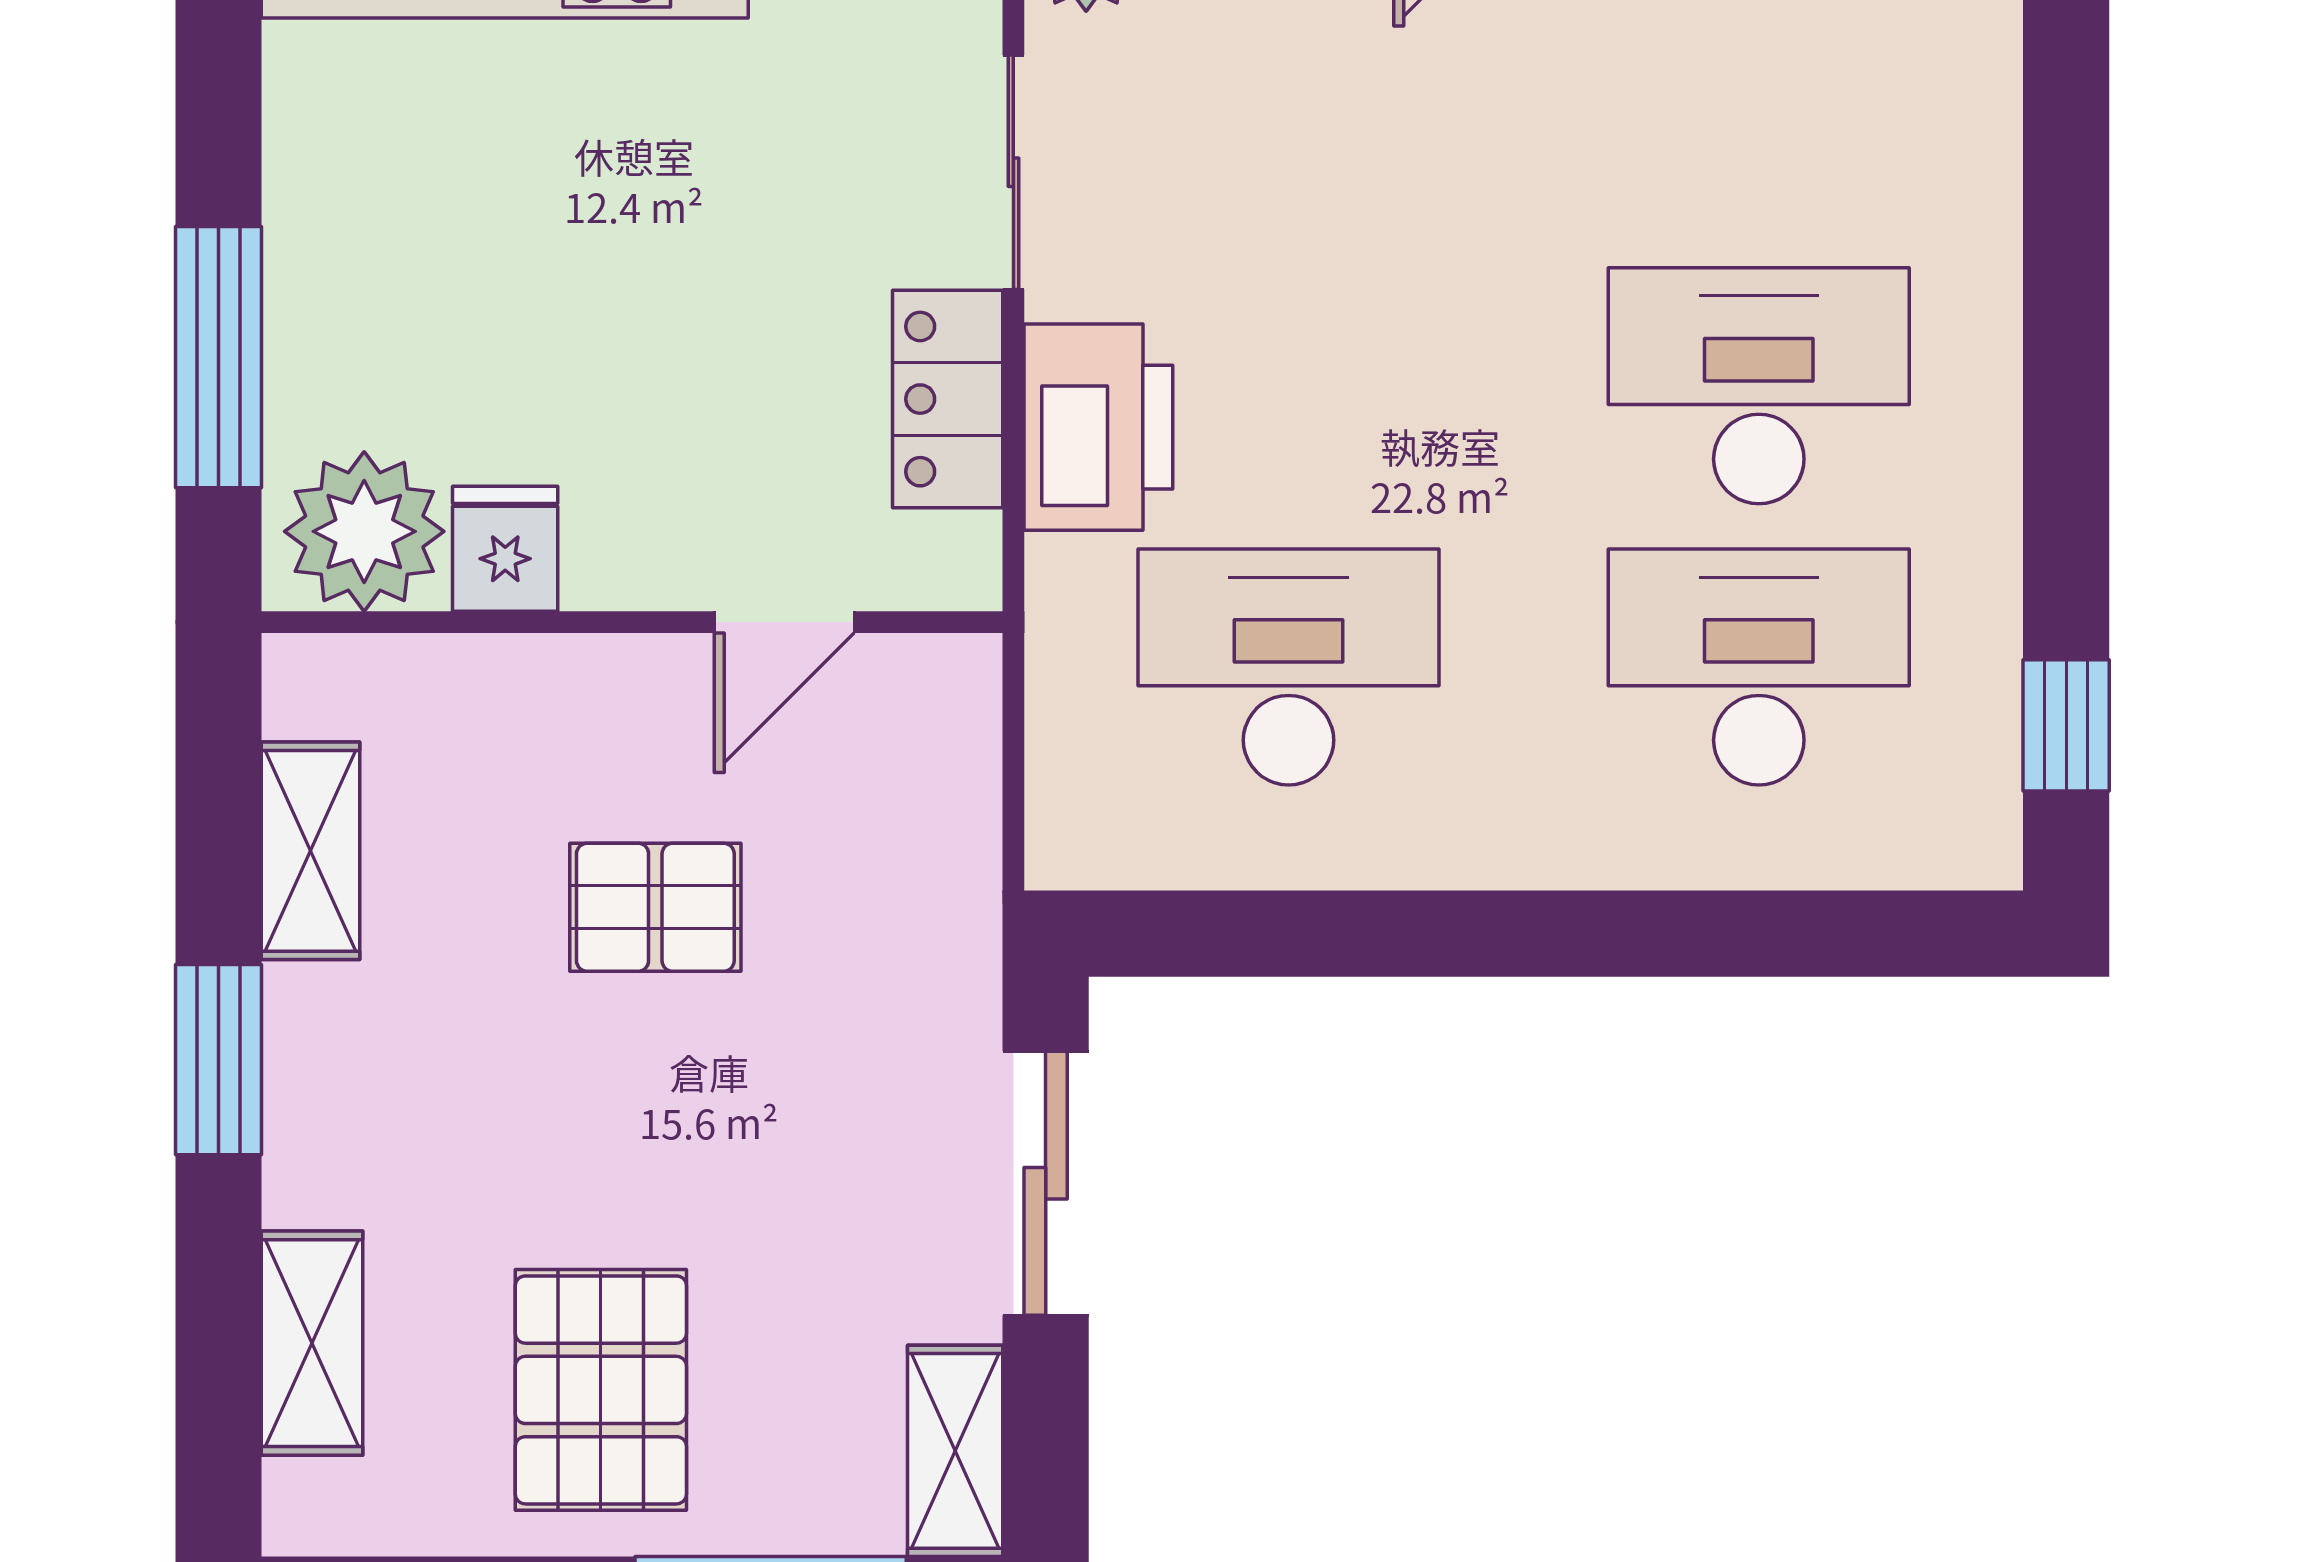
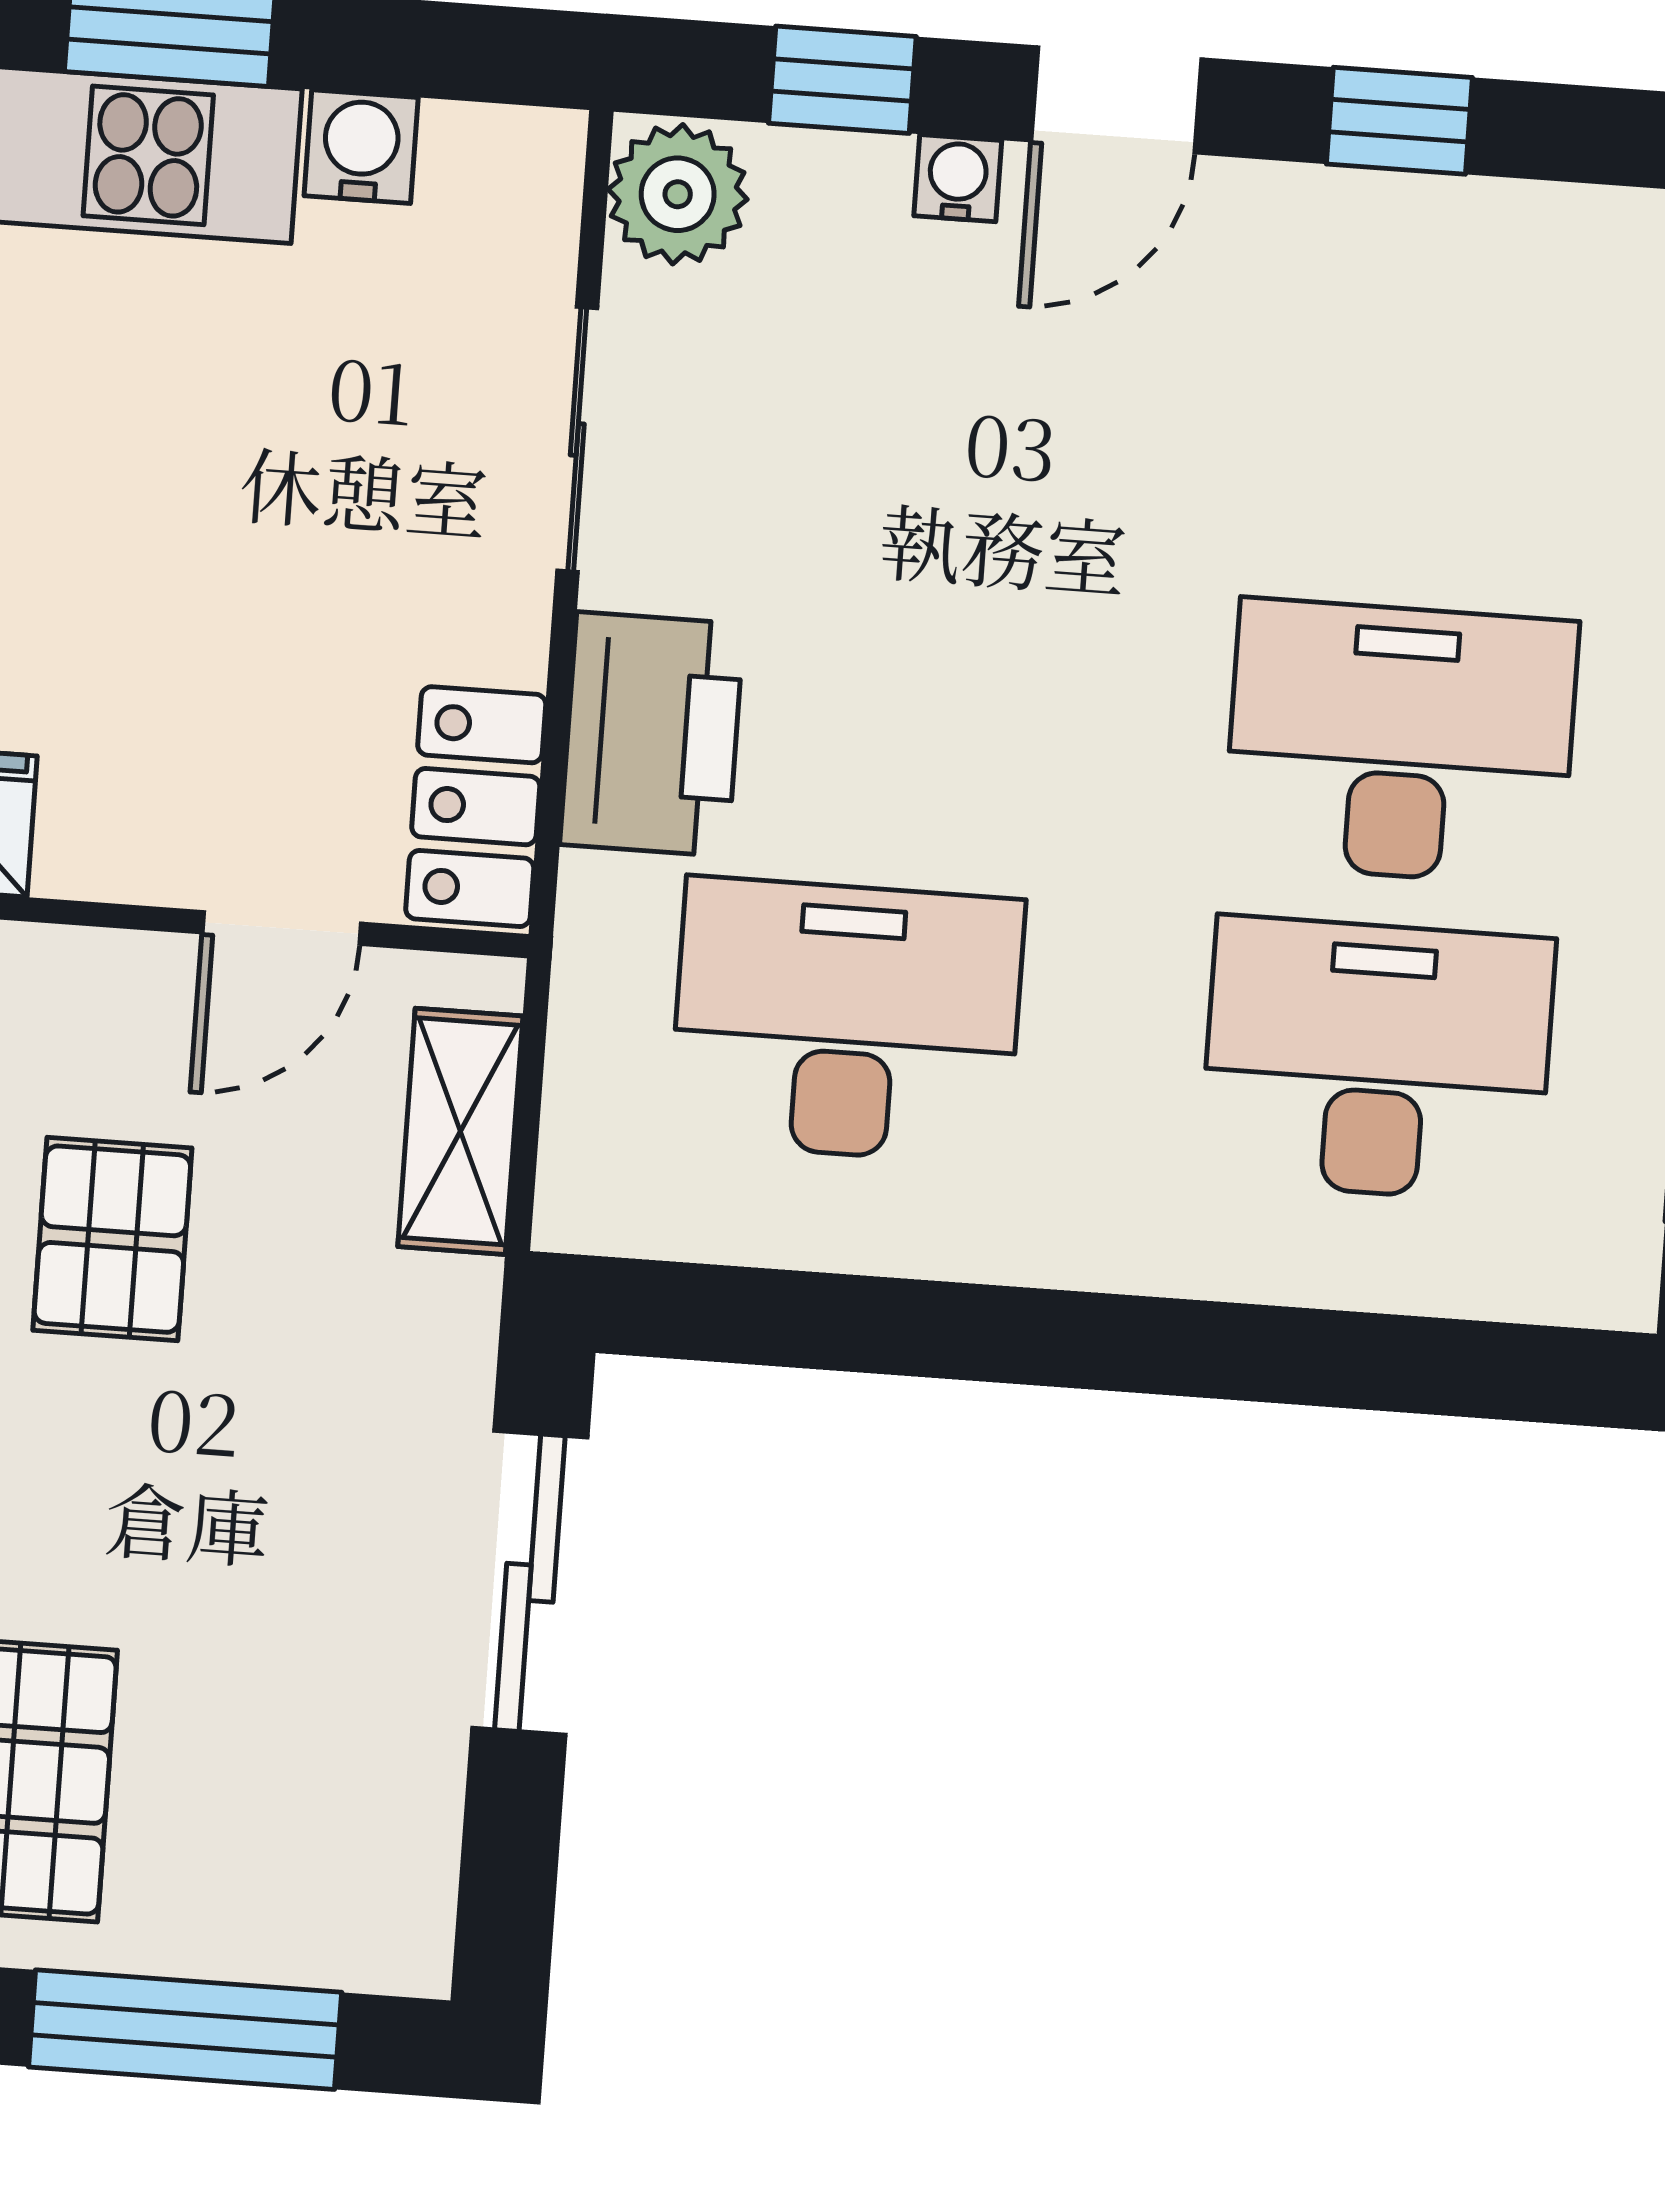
locker: (948, 399) -> (476, 807), moved
pallet: (655, 907) -> (112, 1239), turned 90
shelving: (955, 1451) -> (460, 1131), moved

